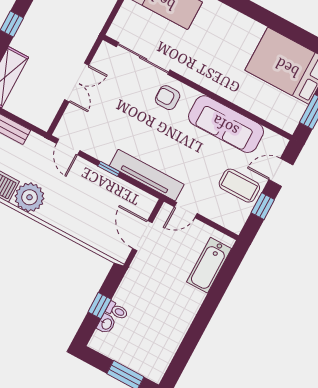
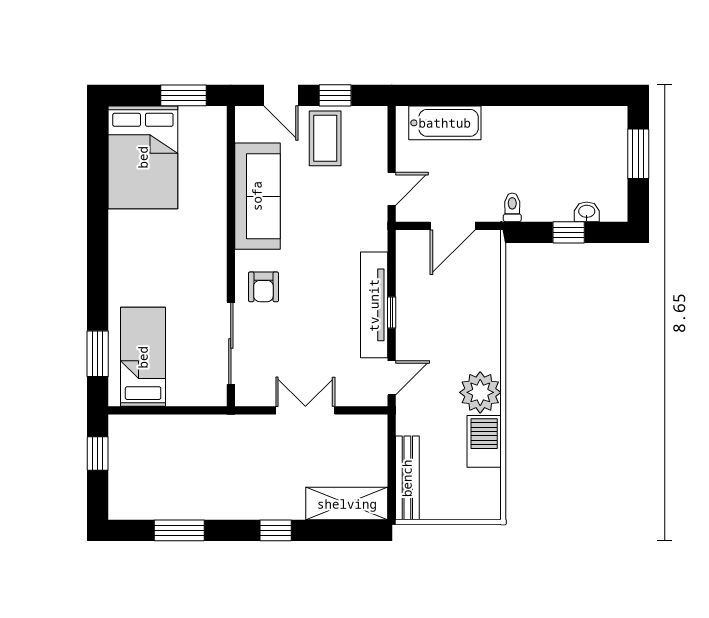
tv unit: (147, 175) -> (374, 305), moved
door: (186, 210) -> (392, 189), hinge flipped
toilet: (117, 311) -> (512, 207), moved

